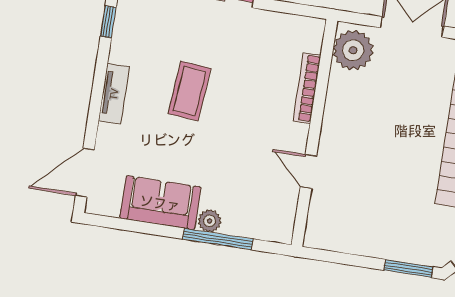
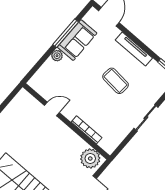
tv unit: (114, 94) -> (134, 49), width x1.41
window: (218, 239) -> (66, 33), moved

